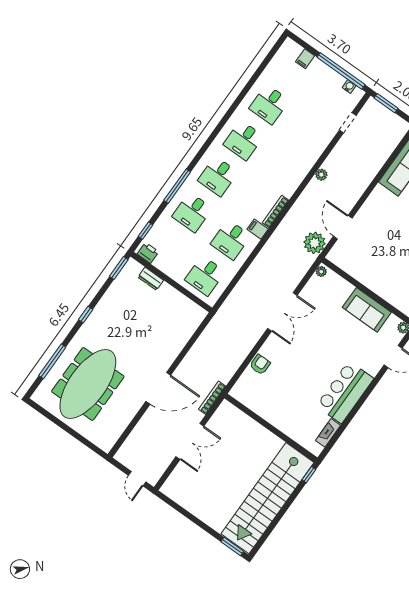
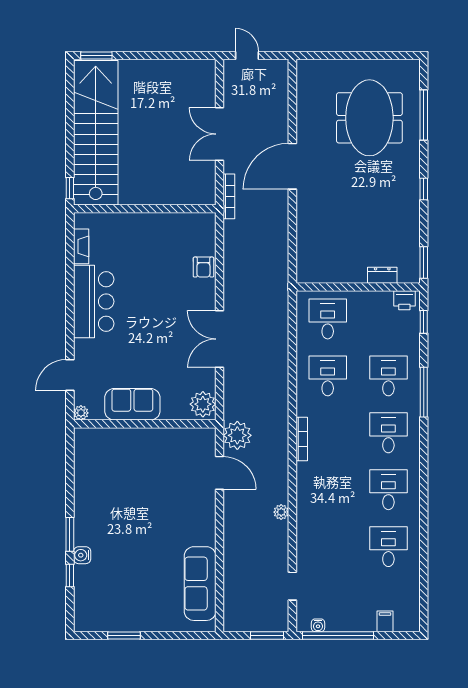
filing cabinet: (258, 229) -> (307, 407), removed
plant: (321, 272) -> (203, 404), width x1.88, depth x1.88
meeting table: (88, 384) -> (369, 118), width x0.73

